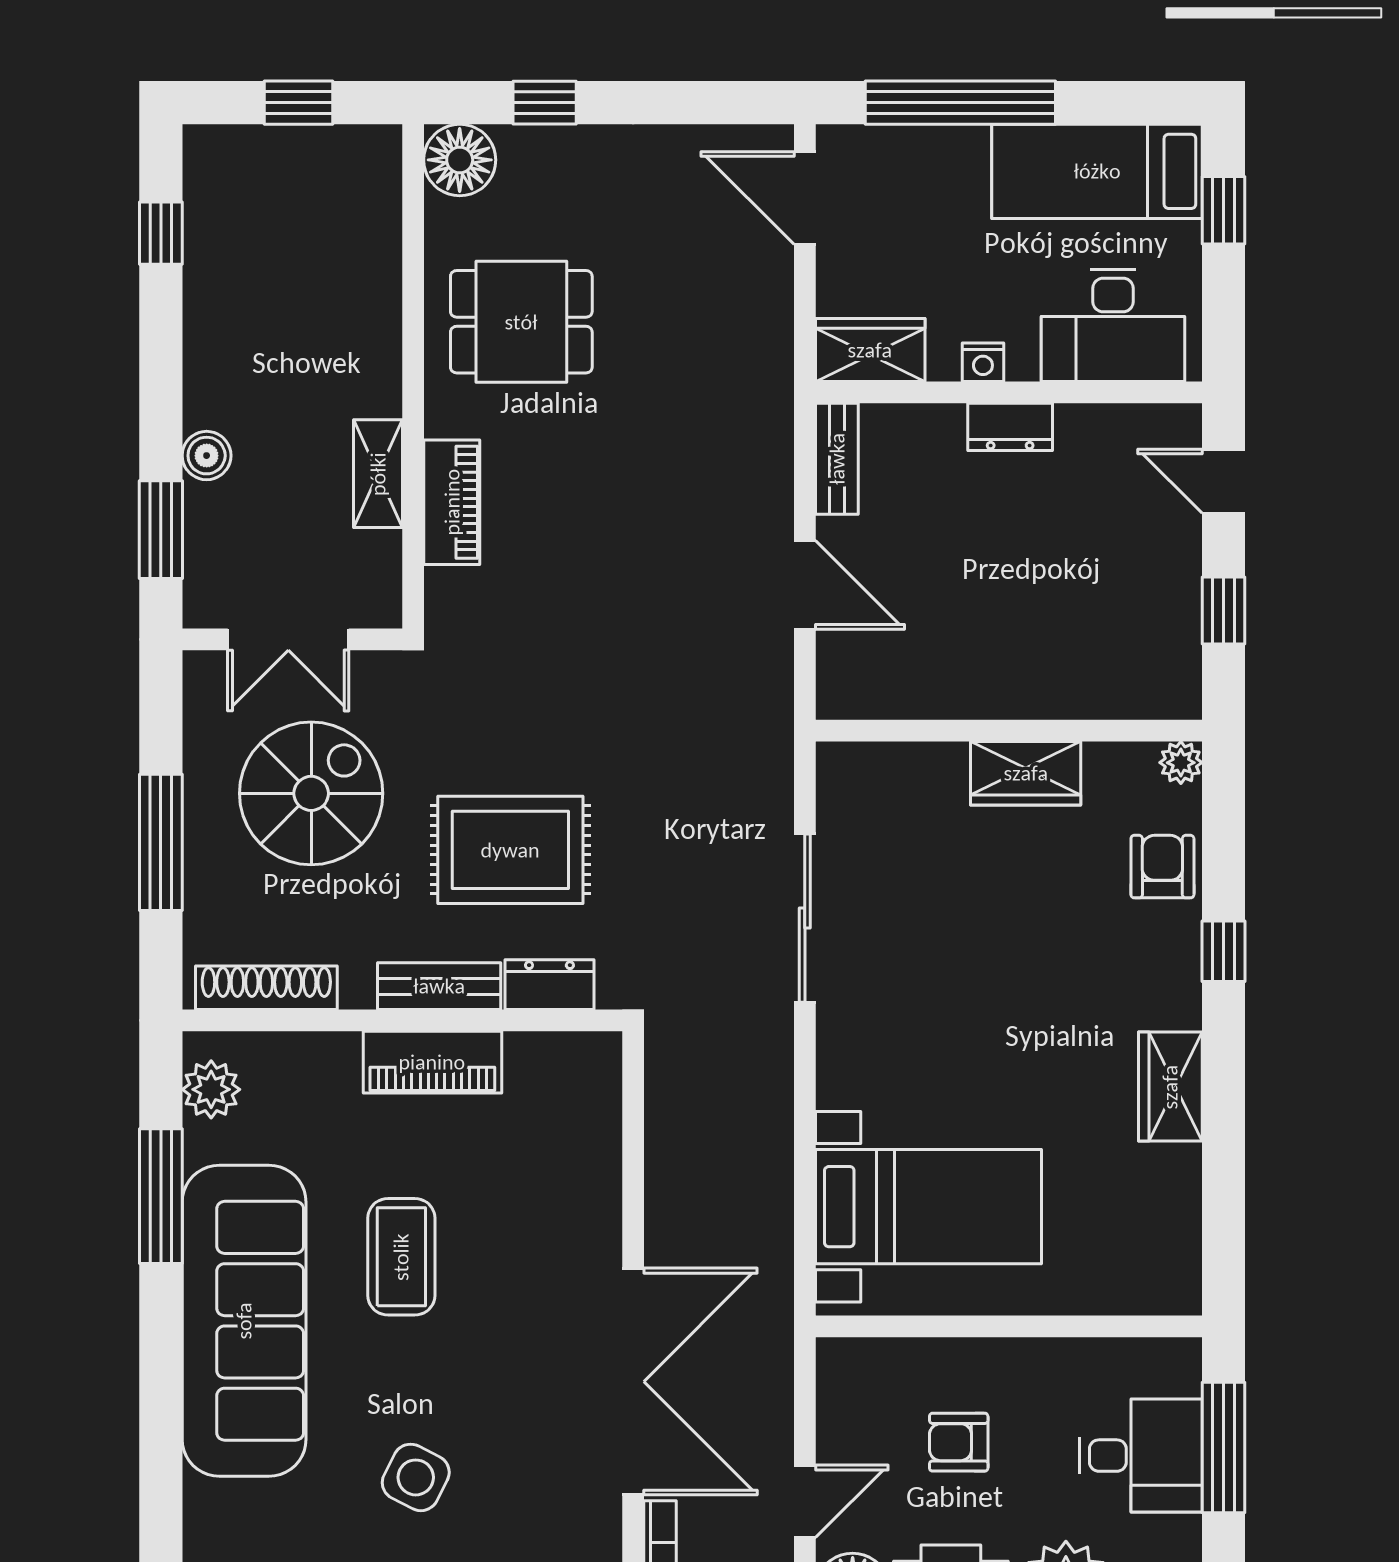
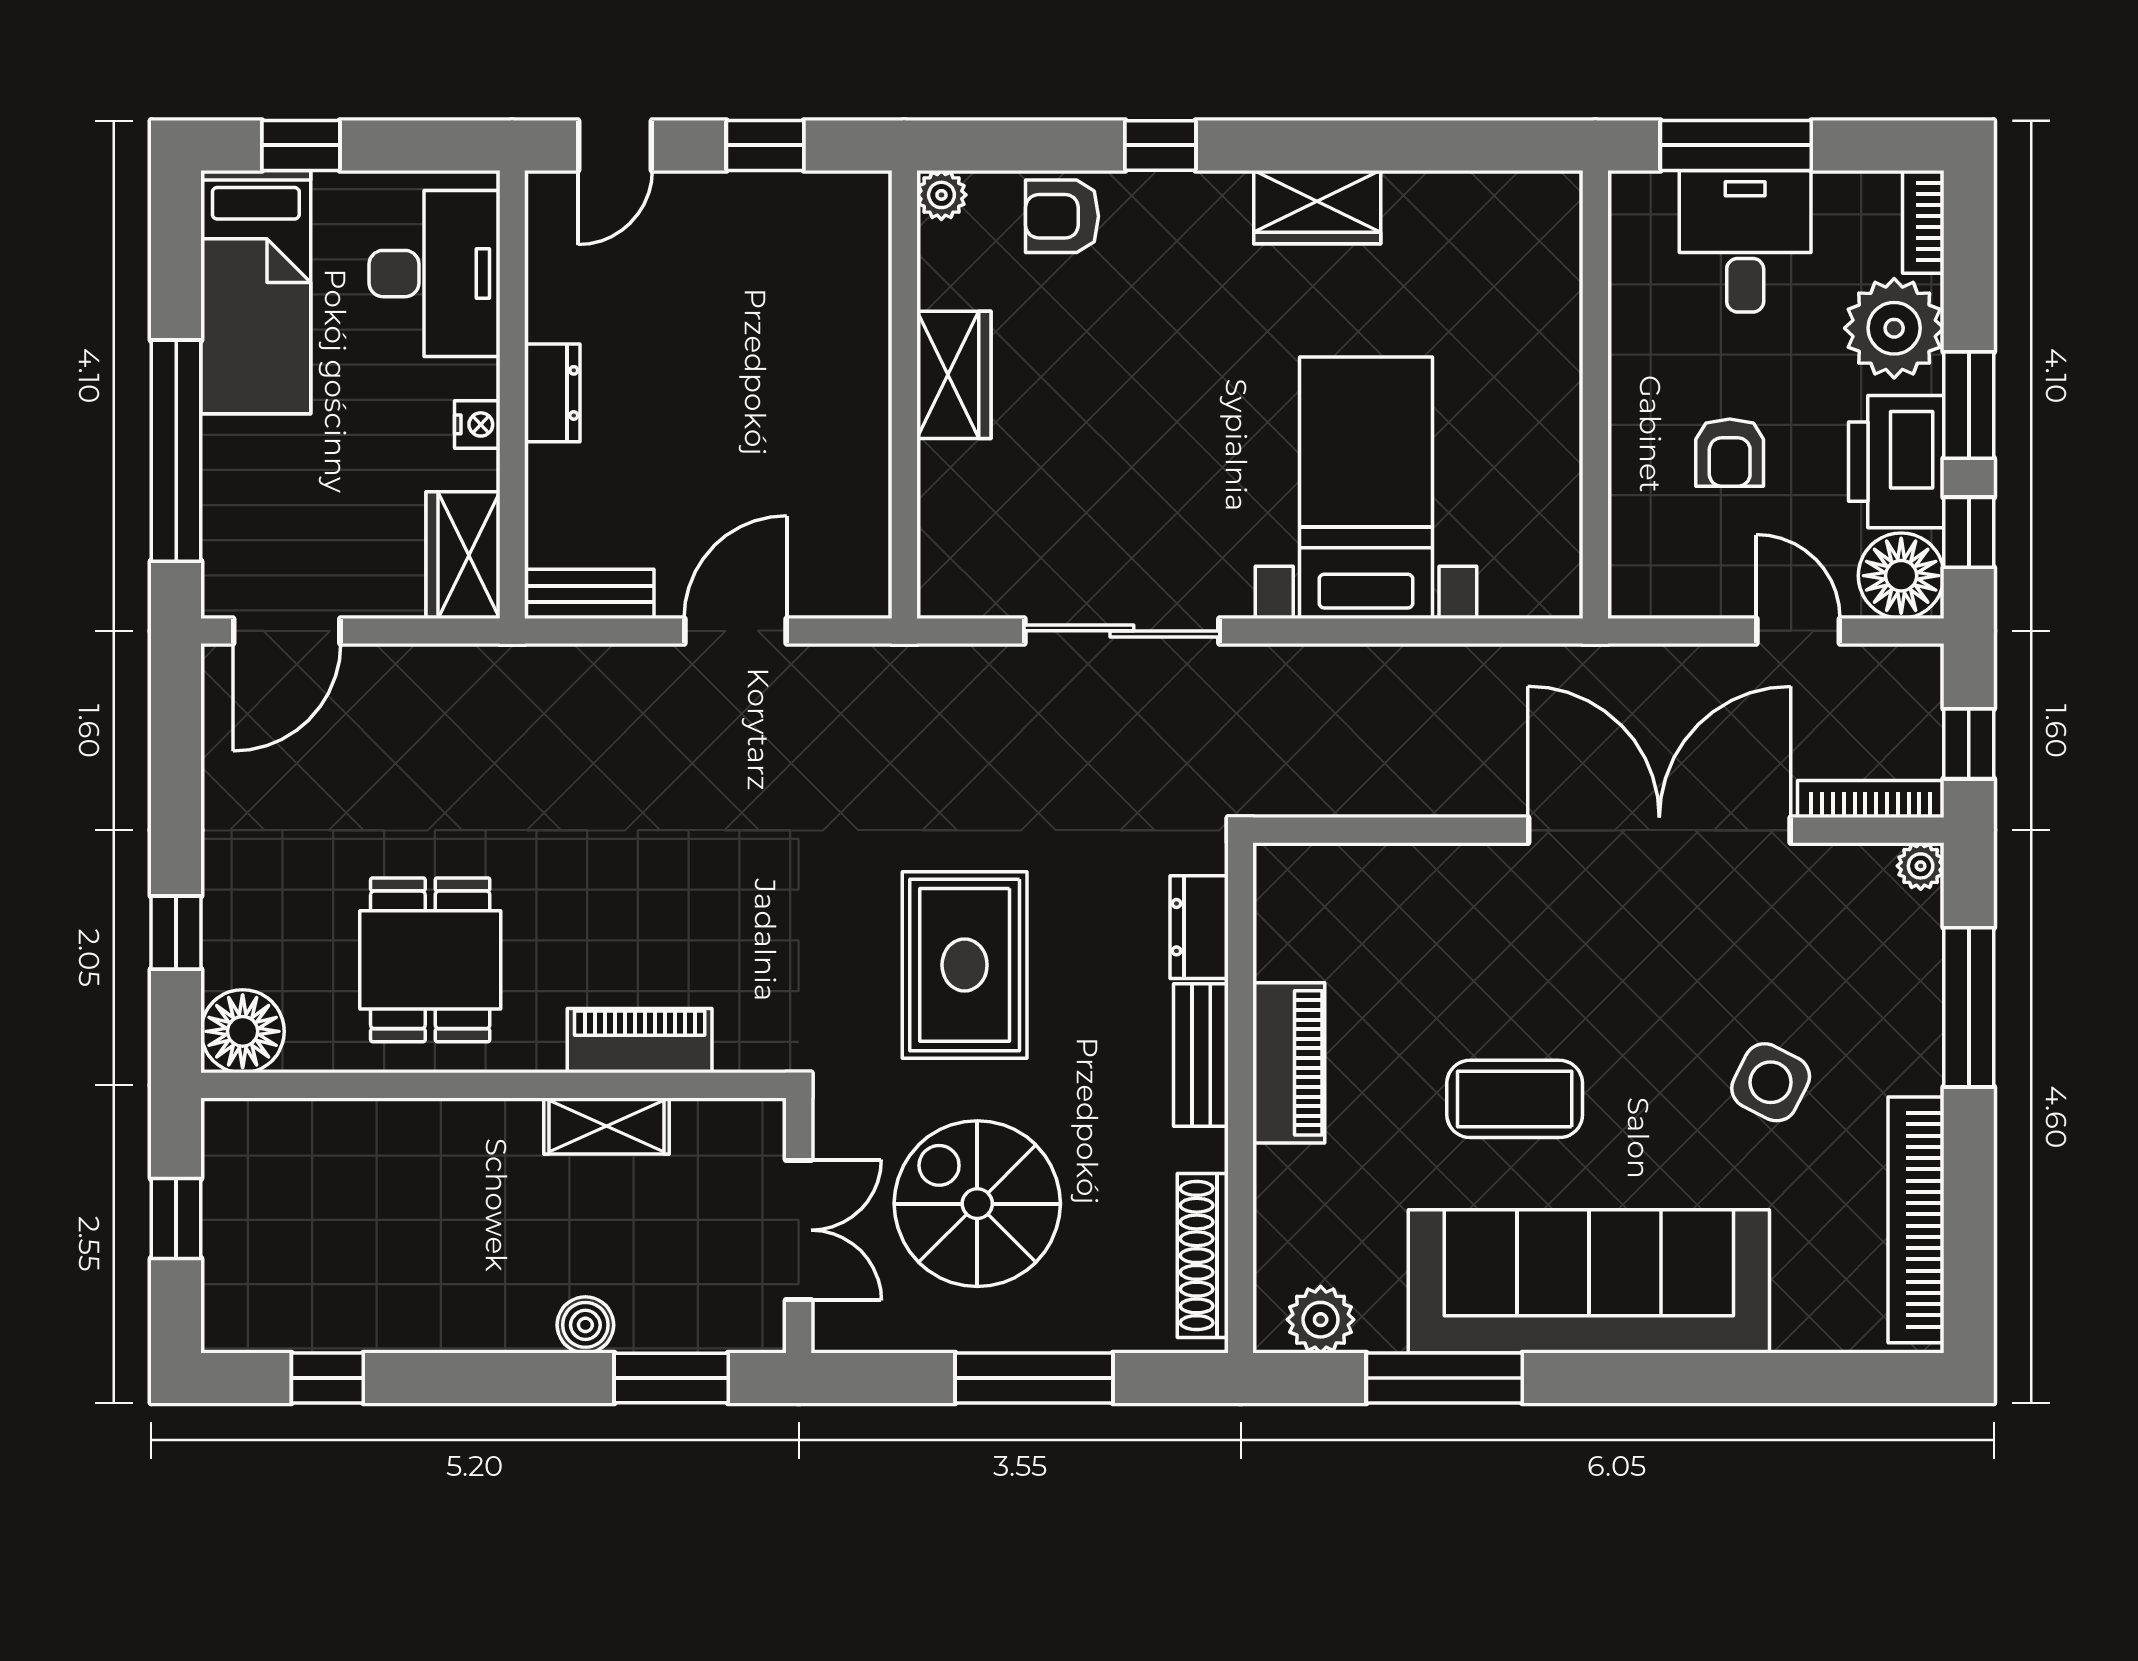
rug: (510, 850) -> (965, 965), moved
bed with nightstands: (928, 1207) -> (1366, 488), moved

